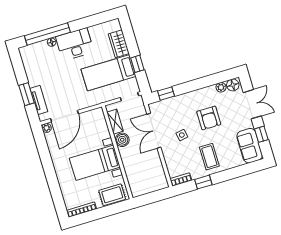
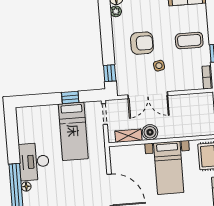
wardrobe: (119, 44) -> (44, 113), removed
armchair: (209, 118) -> (142, 43), moved

